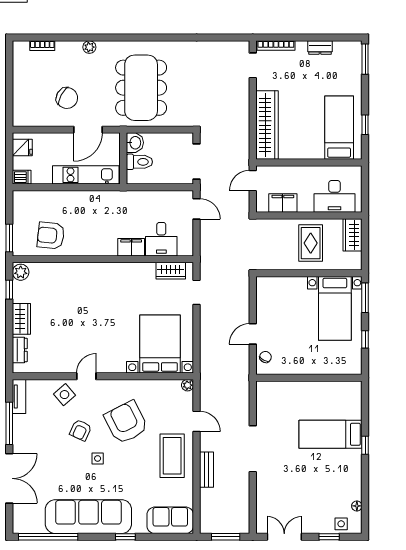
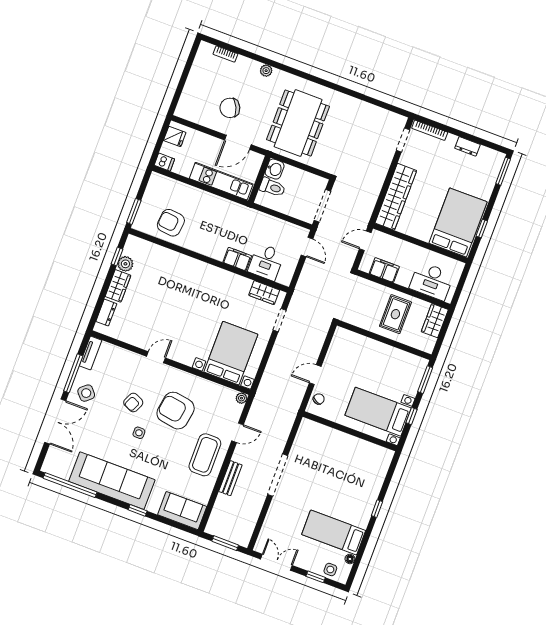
chair: (67, 98) -> (230, 108), turned 126
bed: (339, 128) -> (458, 222), width x1.50
plant: (21, 272) -> (125, 264), moved
bed with nightstands: (335, 308) -> (378, 412), moved, turned 90
side table: (64, 395) -> (86, 393), moved
door: (197, 421) -> (238, 433), hinge flipped
armchair: (126, 422) -> (176, 411), turned -54
bed: (331, 434) -> (334, 532), moved

